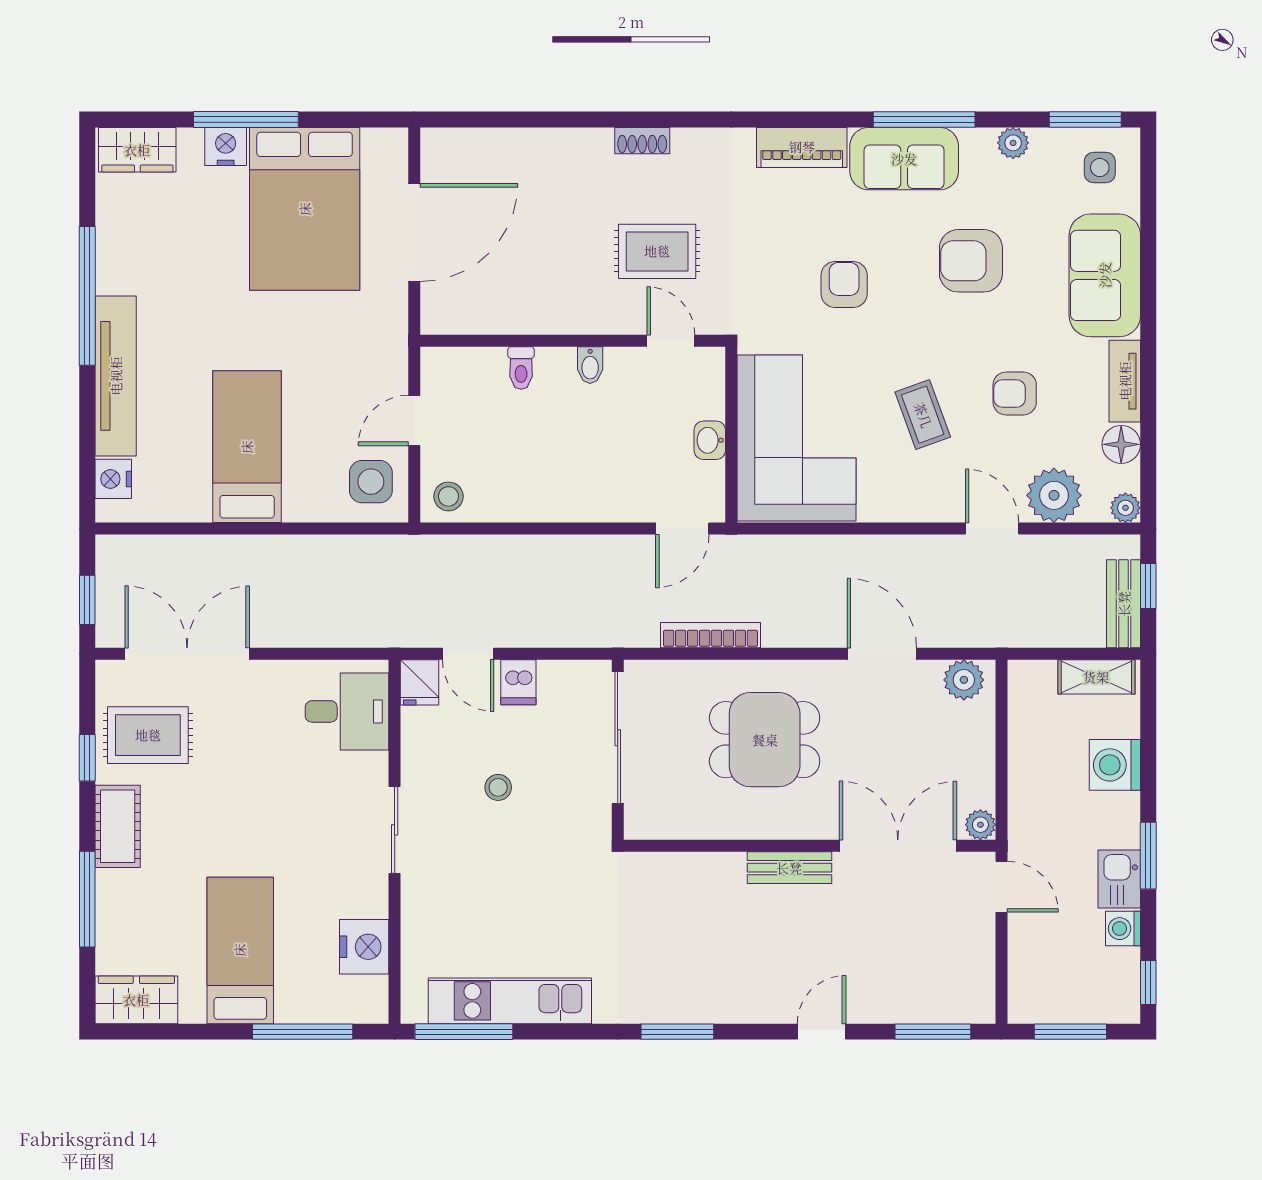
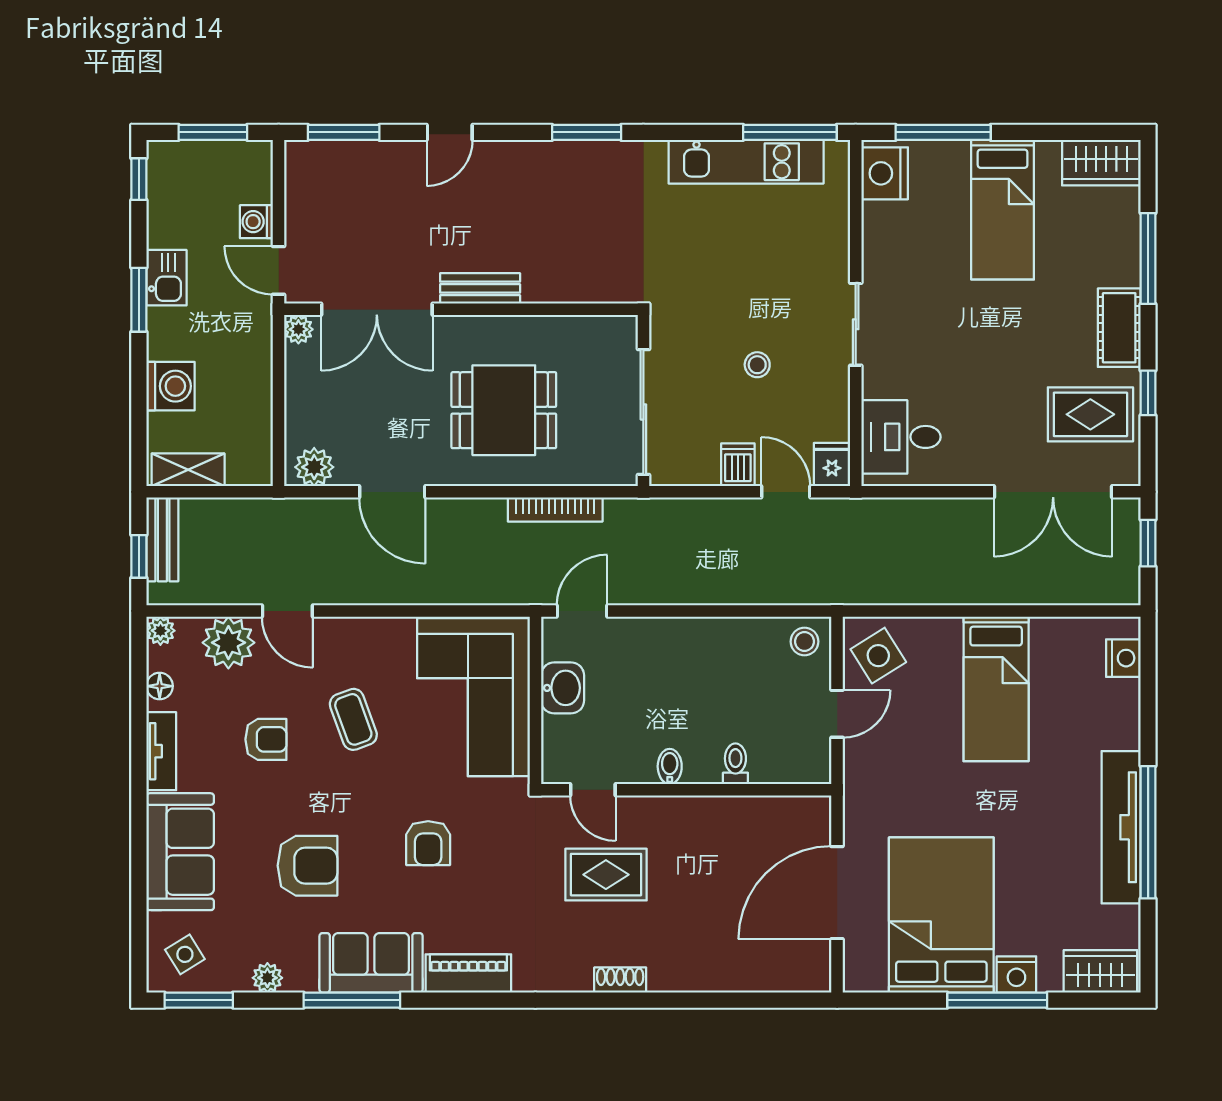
side table: (1100, 168) -> (185, 954), turned -32
tv unit: (116, 376) -> (1121, 827), moved
washbasin: (710, 440) -> (563, 688), width x1.38, depth x1.45
floor lamp: (1121, 444) -> (160, 686), width x0.73, depth x0.73
side table: (371, 482) -> (878, 656), turned -32
washing machine: (1123, 929) -> (256, 222), moved, turned 180
nightstand: (364, 947) -> (885, 173), moved

